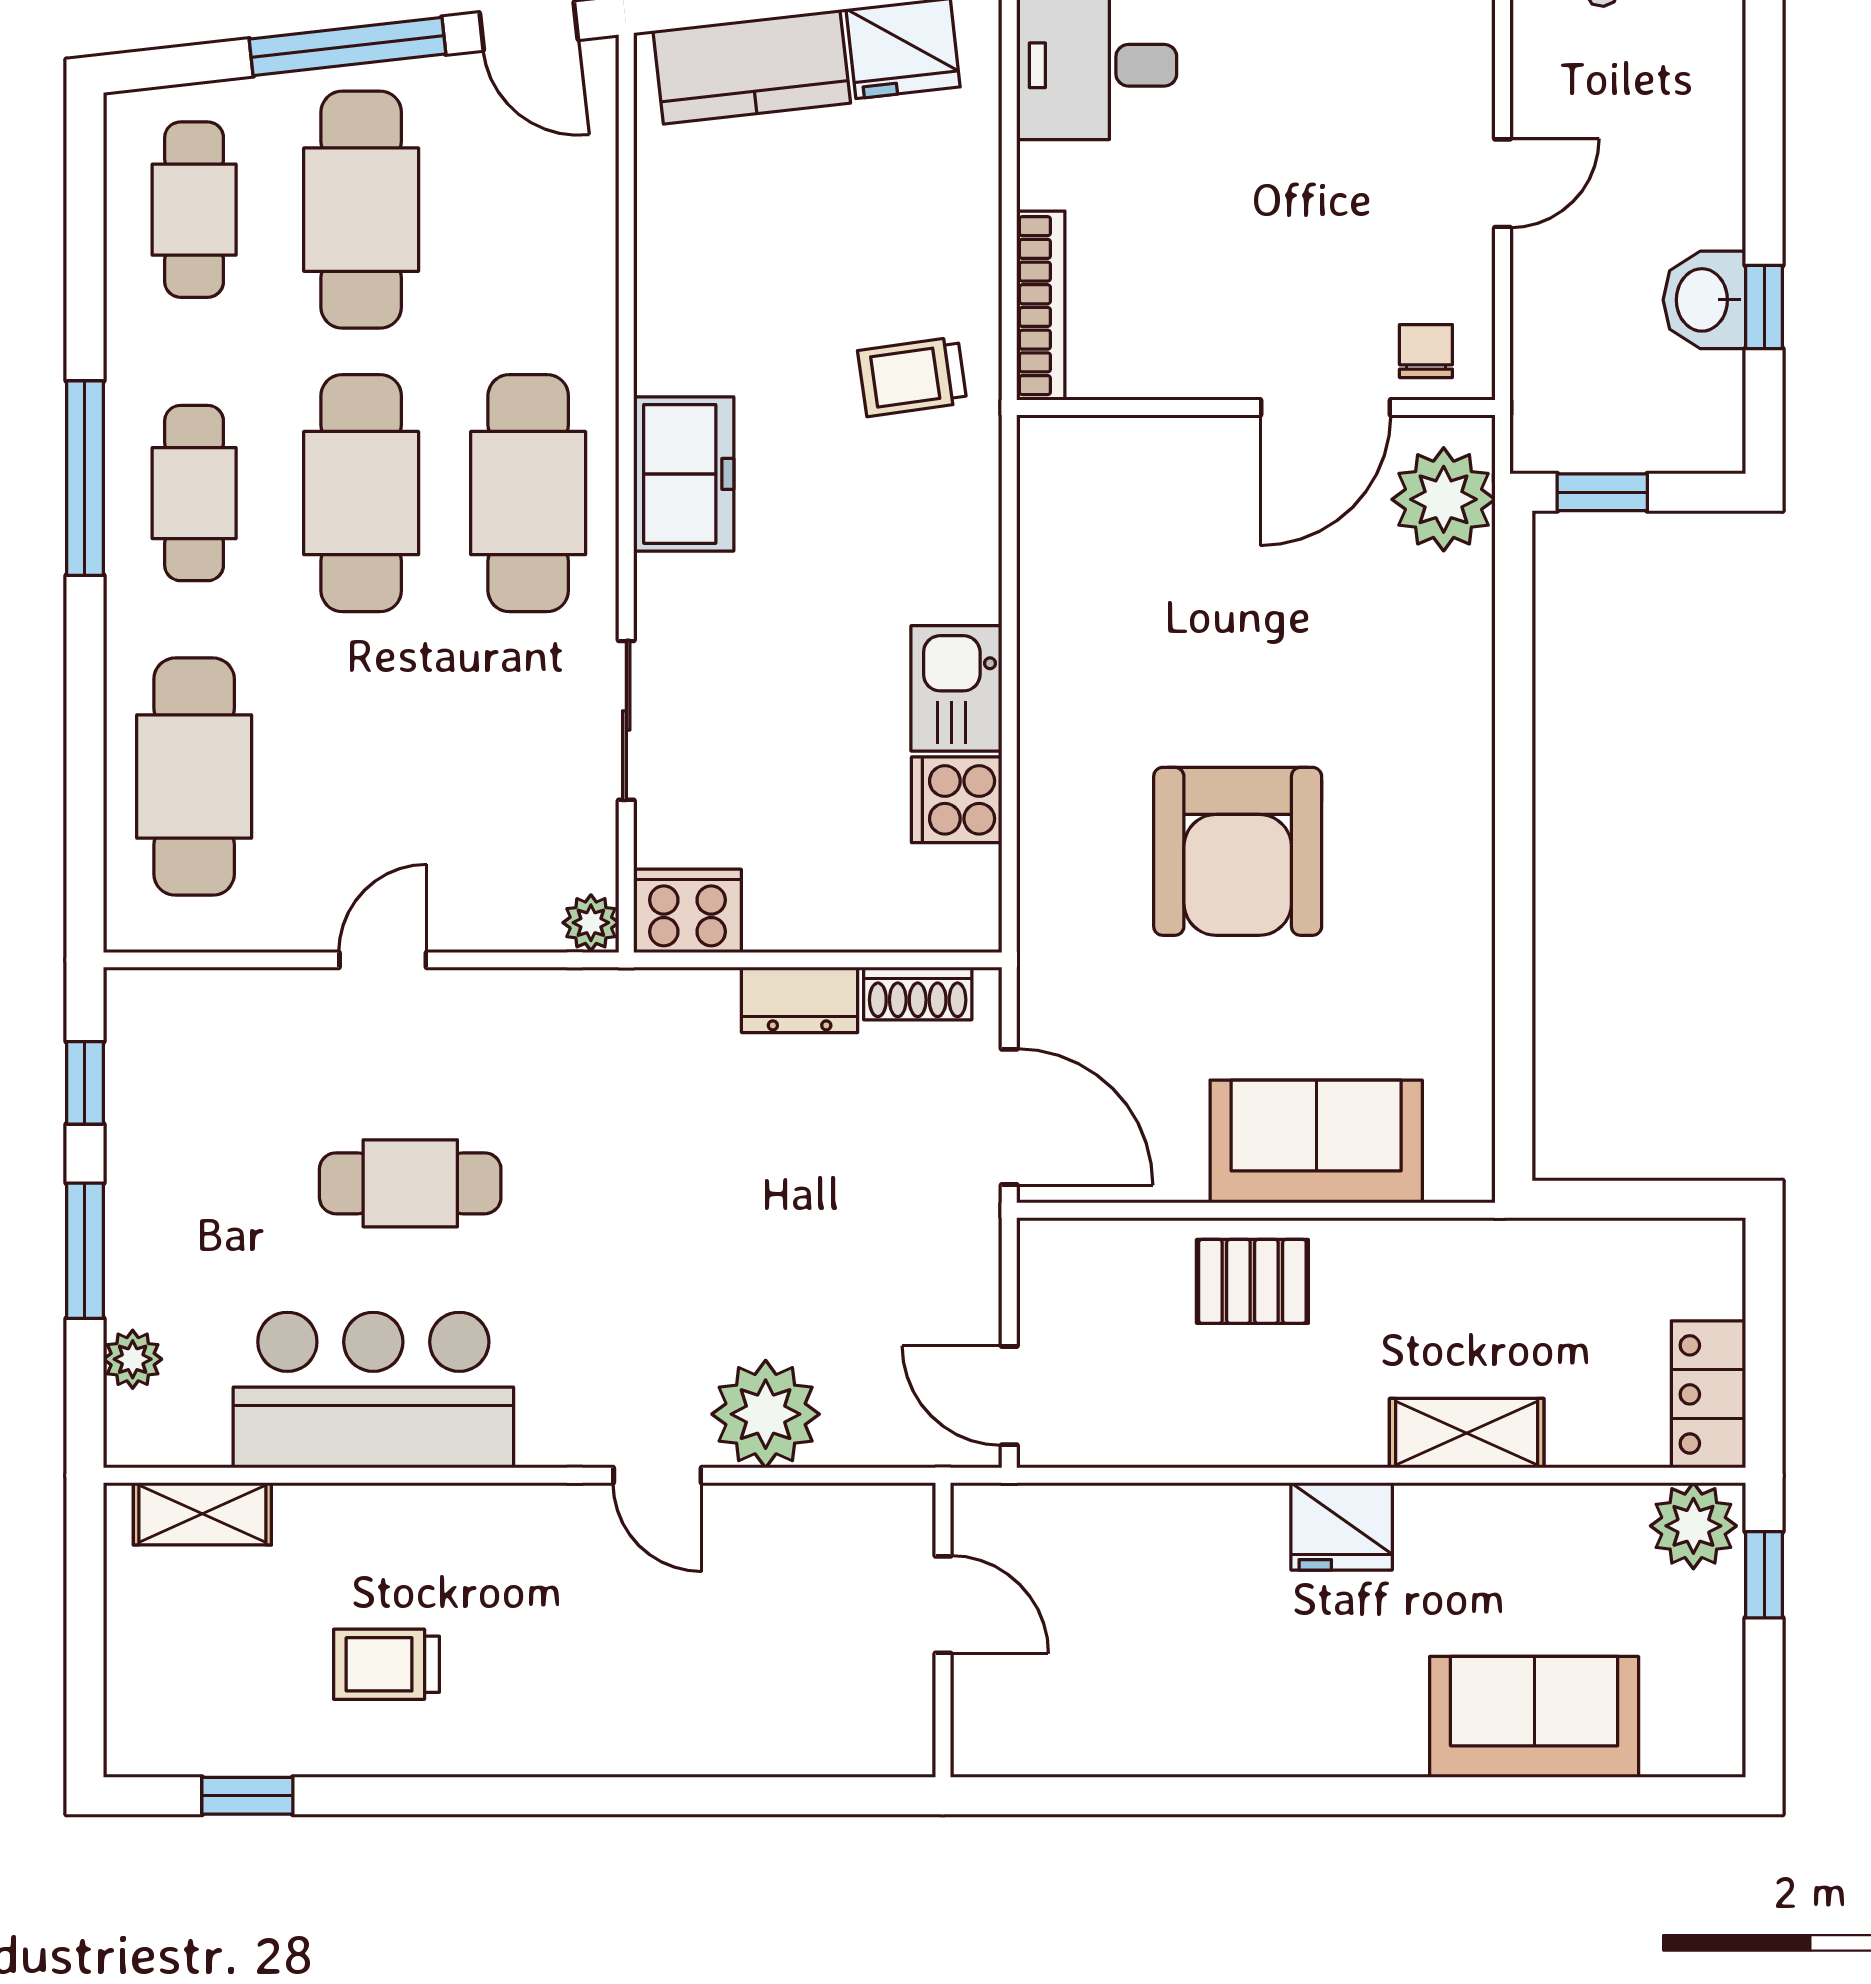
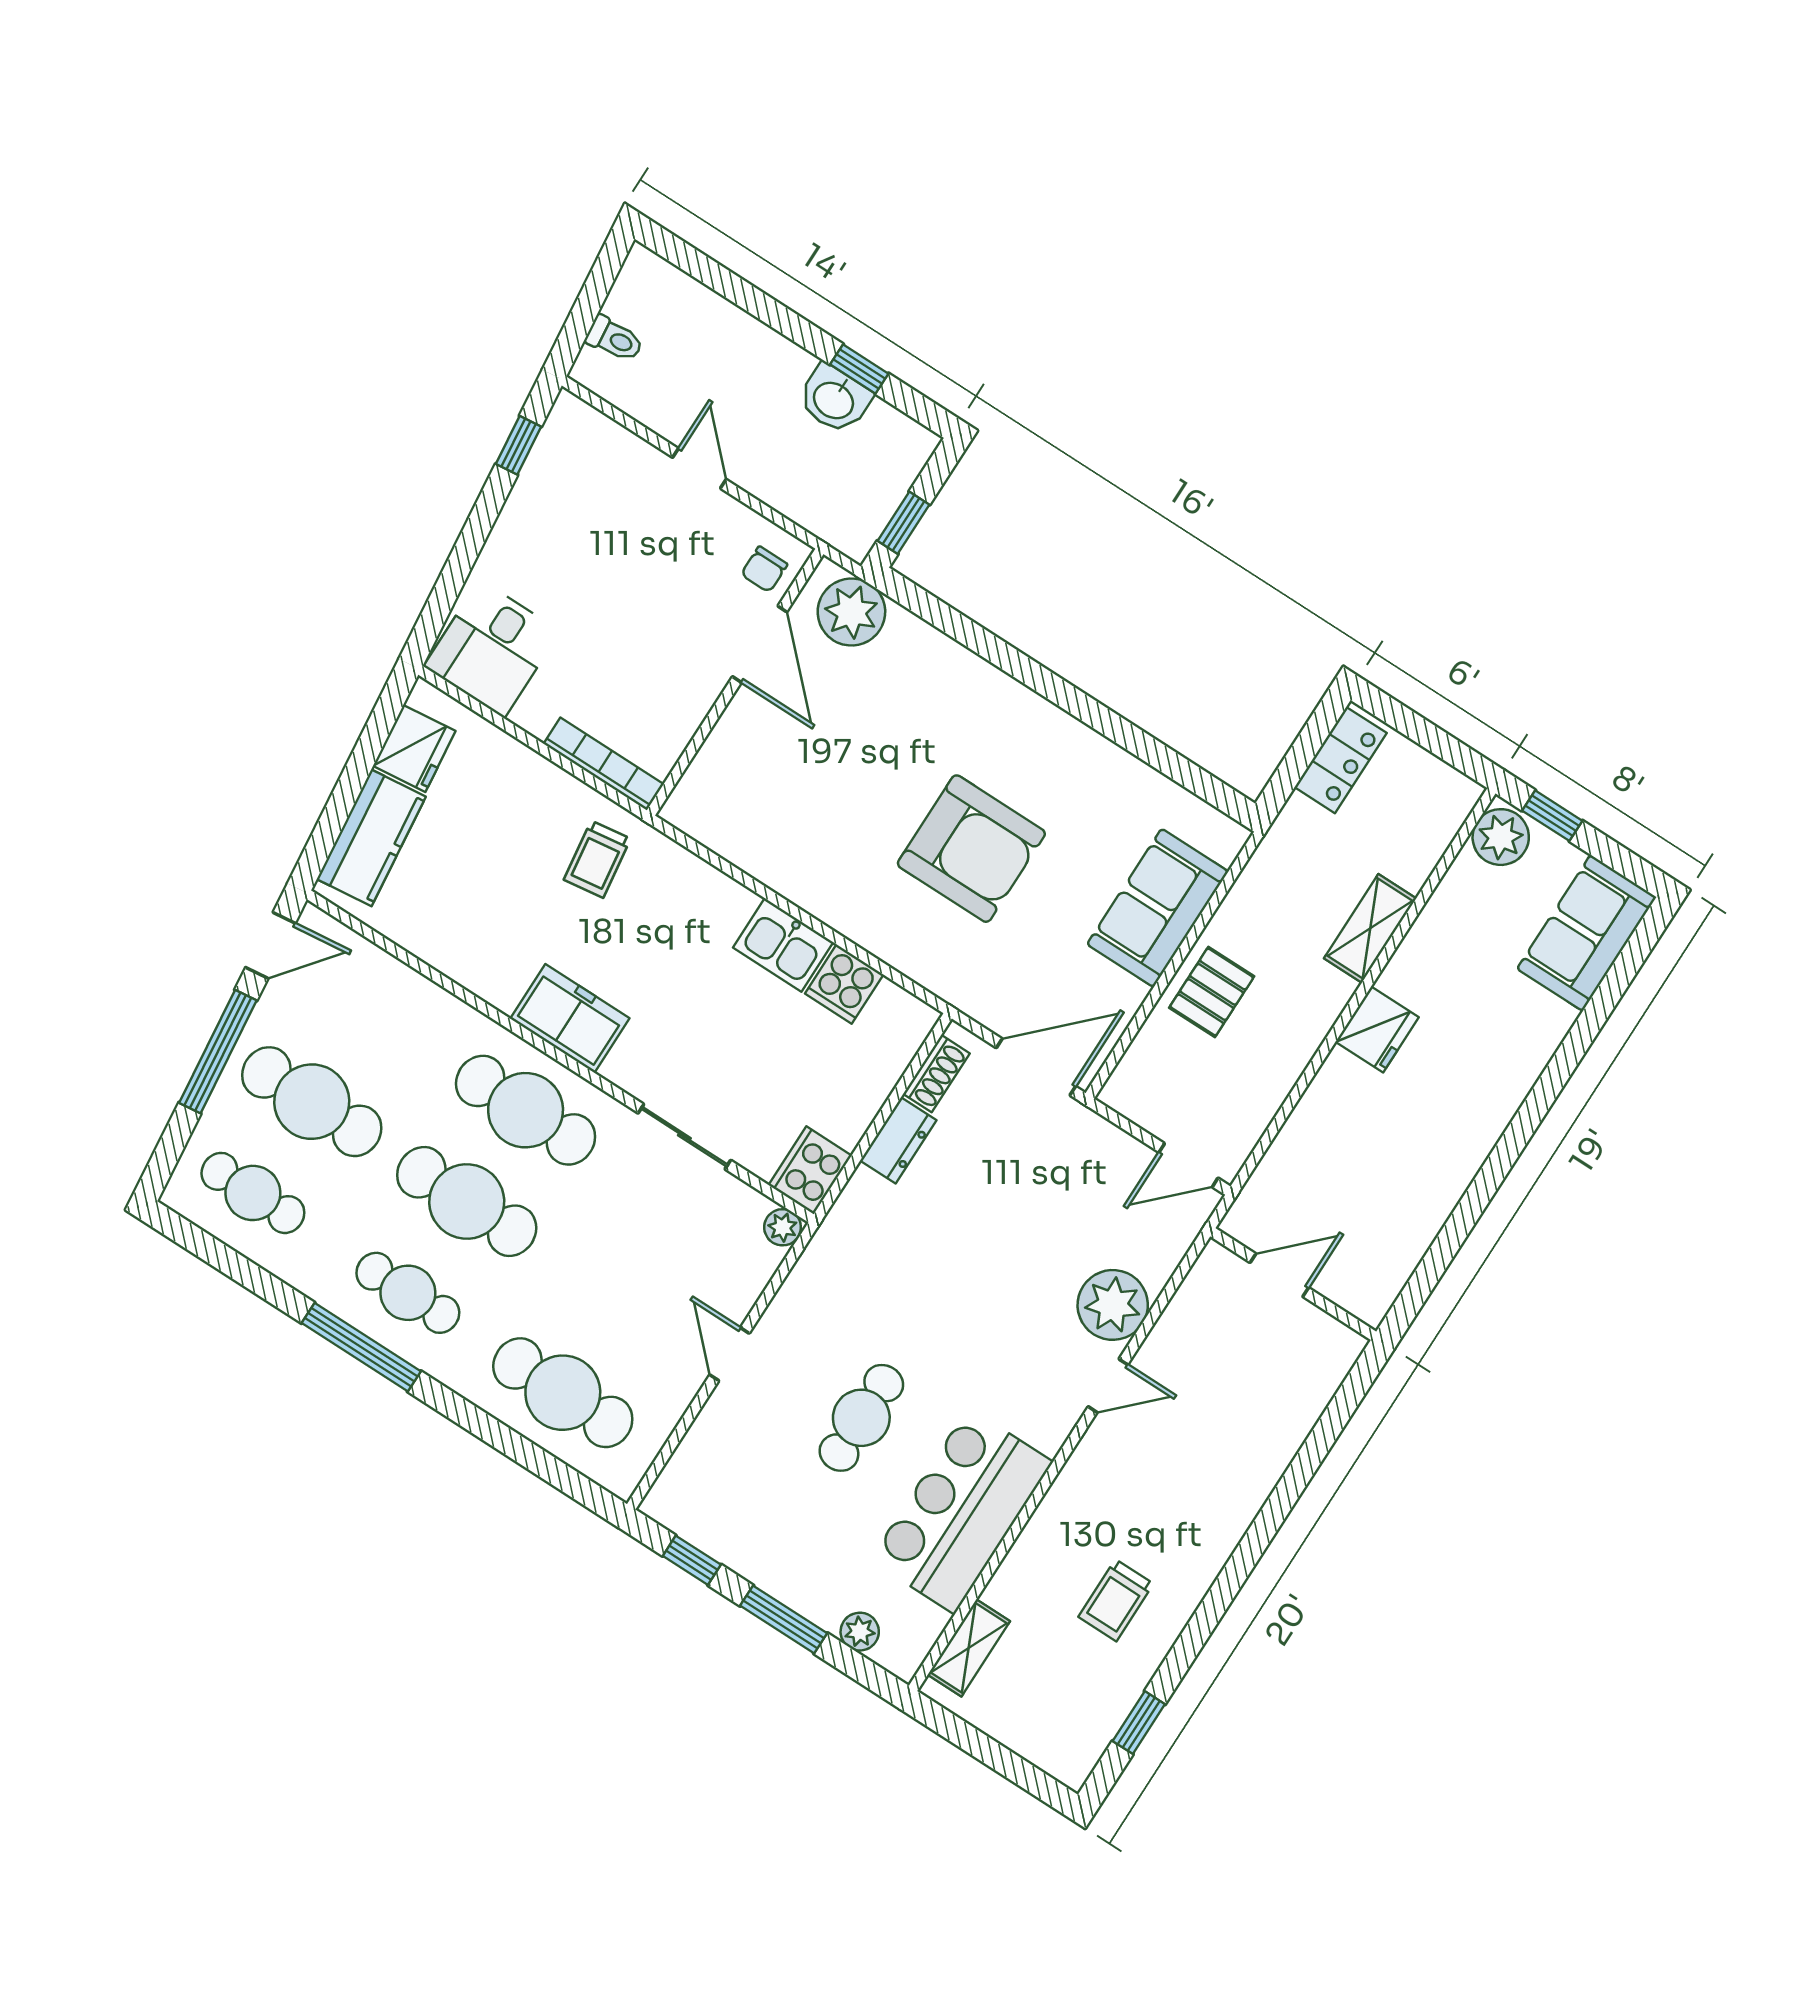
chair: (1426, 351) -> (764, 569), turned -90
locker: (1708, 1394) -> (1341, 760), moved, turned -90
sofa: (1534, 1717) -> (1587, 933), moved

